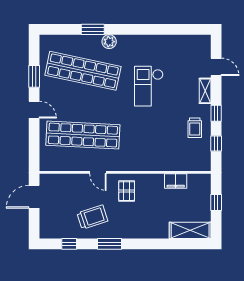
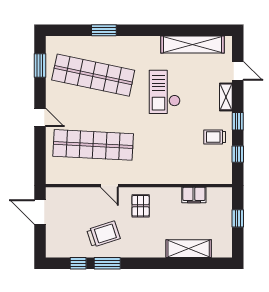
plant: (109, 42) -> (122, 43), removed
shelving: (174, 43) -> (192, 44), added
window: (34, 76) -> (40, 66), moved
trolley: (195, 128) -> (215, 137), turned 90
door: (34, 197) -> (40, 212), hinge flipped
shelving: (190, 230) -> (189, 249), moved
window: (109, 244) -> (107, 263), moved

